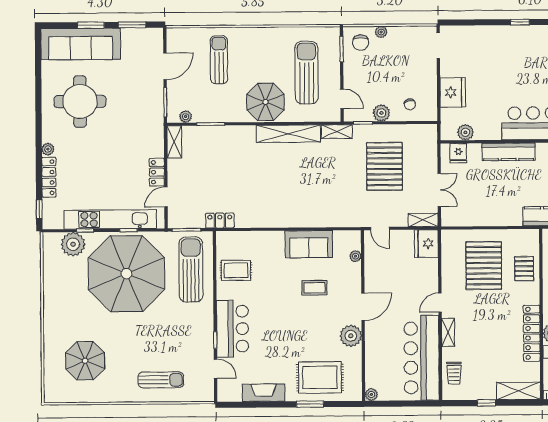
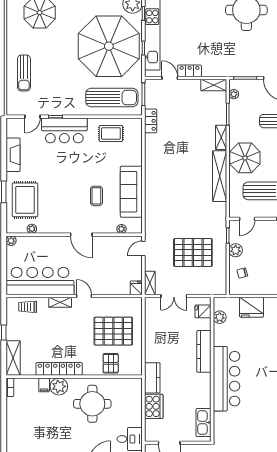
shelving: (337, 131) -> (221, 137), moved
sofa: (309, 244) -> (131, 192), width x1.36
fridge: (426, 244) -> (136, 288), width x0.53, depth x0.75
pallet: (524, 269) -> (111, 363), turned 90
rug: (236, 270) -> (111, 133), turned 90
plant: (351, 336) -> (32, 229), moved, width x0.53, depth x0.53

